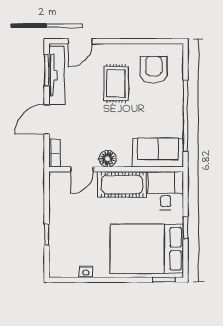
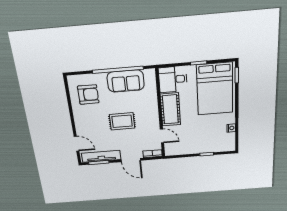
armchair: (154, 70) -> (88, 95), turned 180
rug: (116, 83) -> (122, 121), moved
sofa: (158, 153) -> (126, 81), moved, turned -90
floor lamp: (108, 159) -> (153, 120), removed

